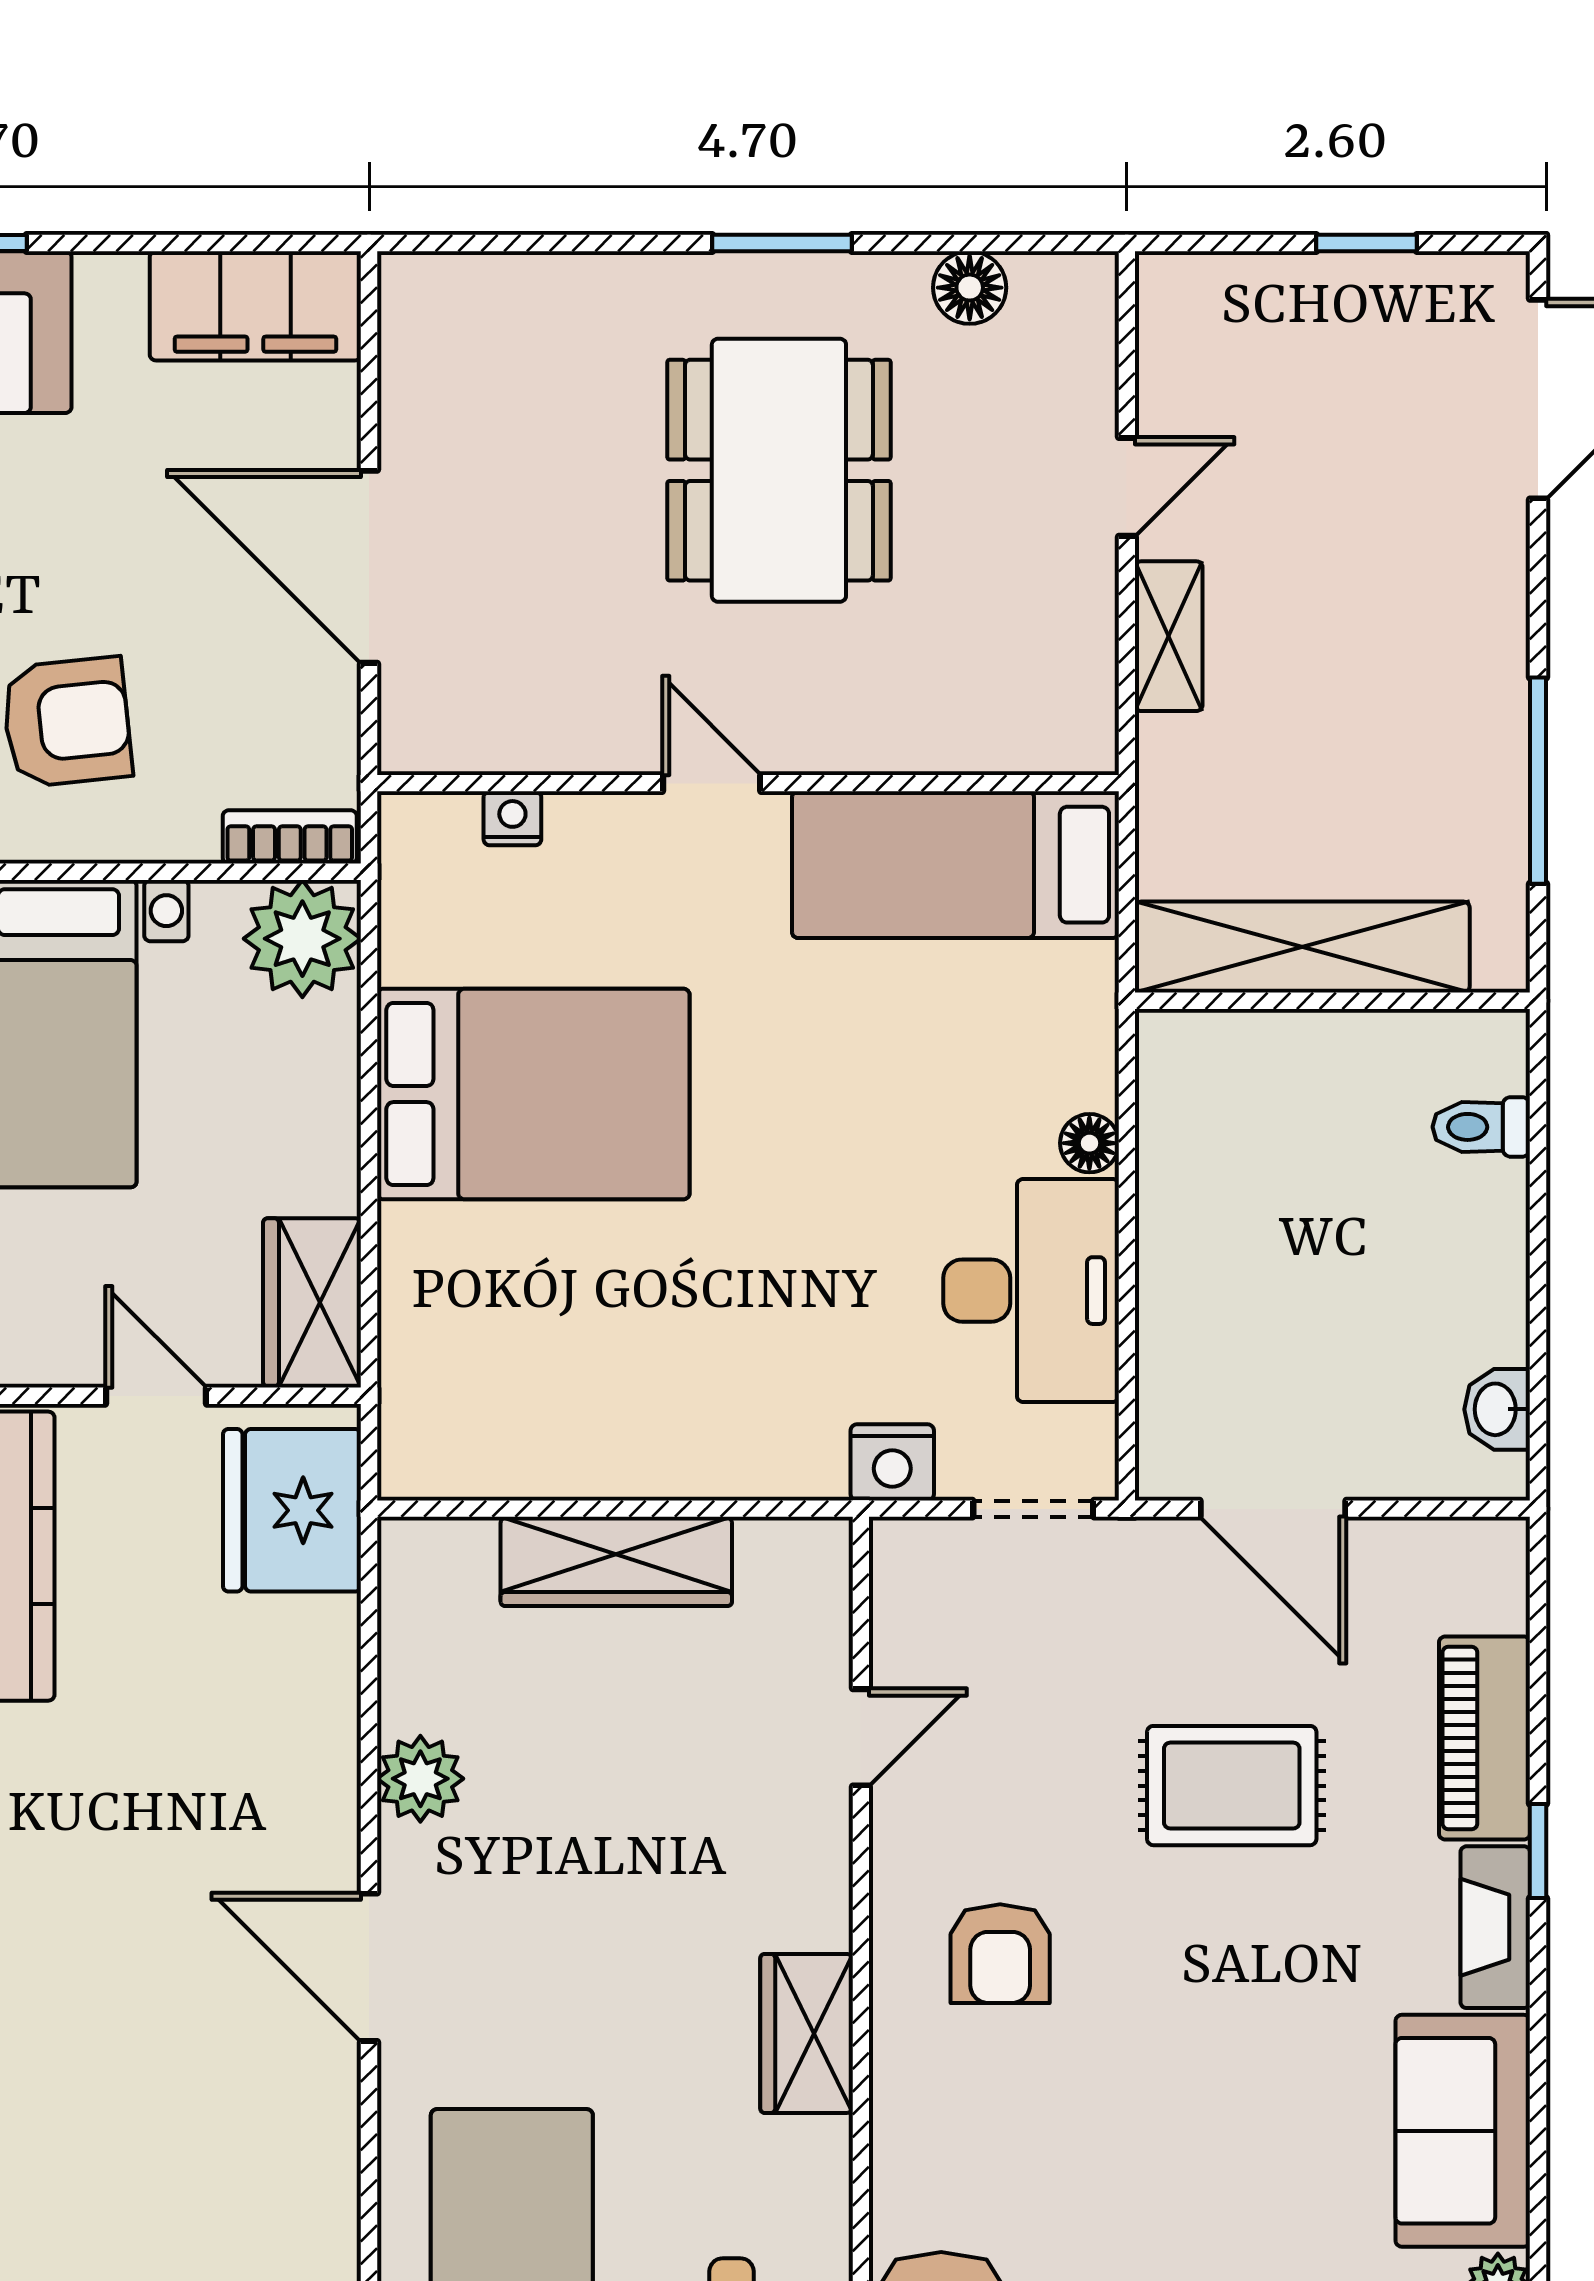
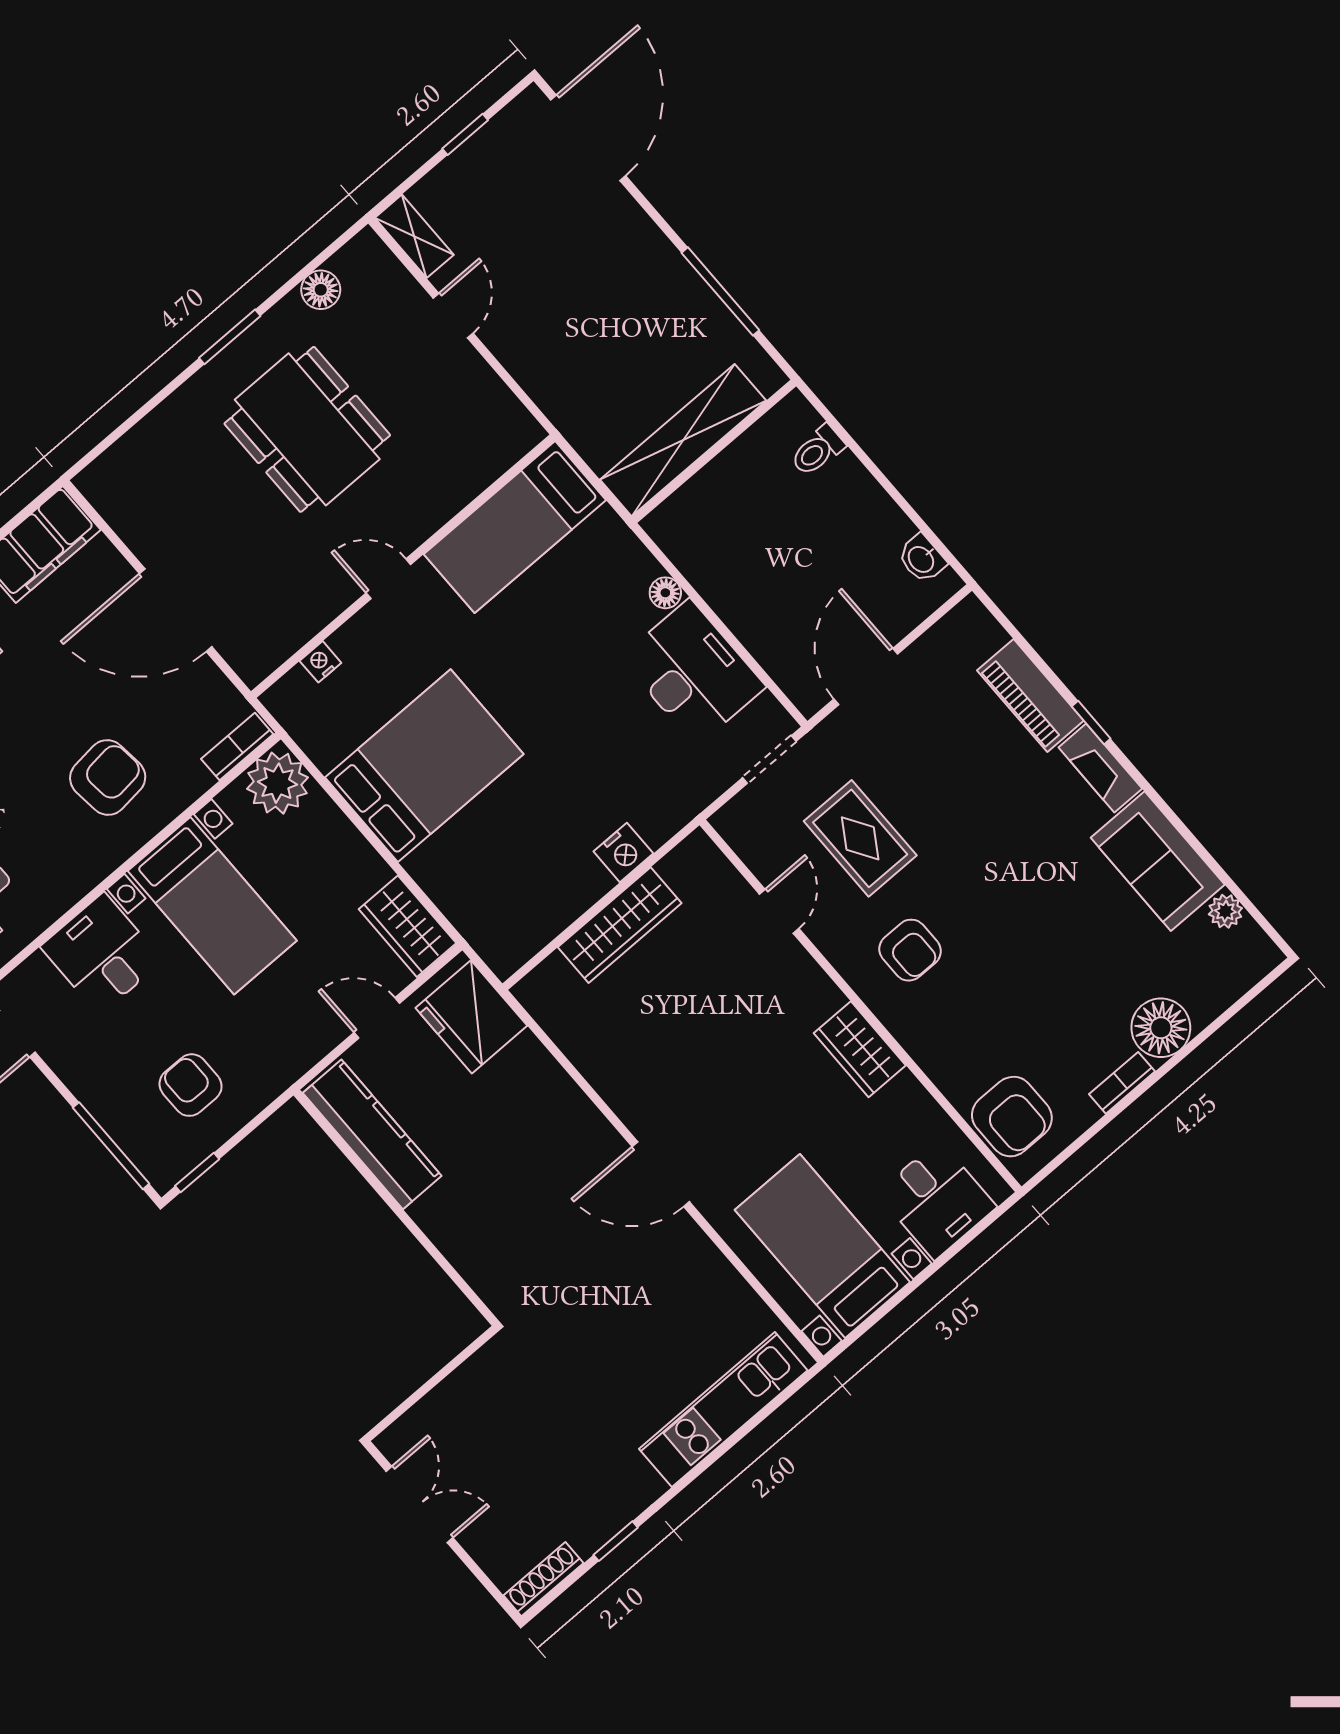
shelving: (1169, 636) -> (414, 236), moved
nightstand: (892, 1462) -> (623, 852), moved
door: (1273, 1509) -> (866, 676), swing flipped
plant: (420, 1779) -> (616, 1081), removed
rug: (1232, 1786) -> (860, 838), moved, turned 90

